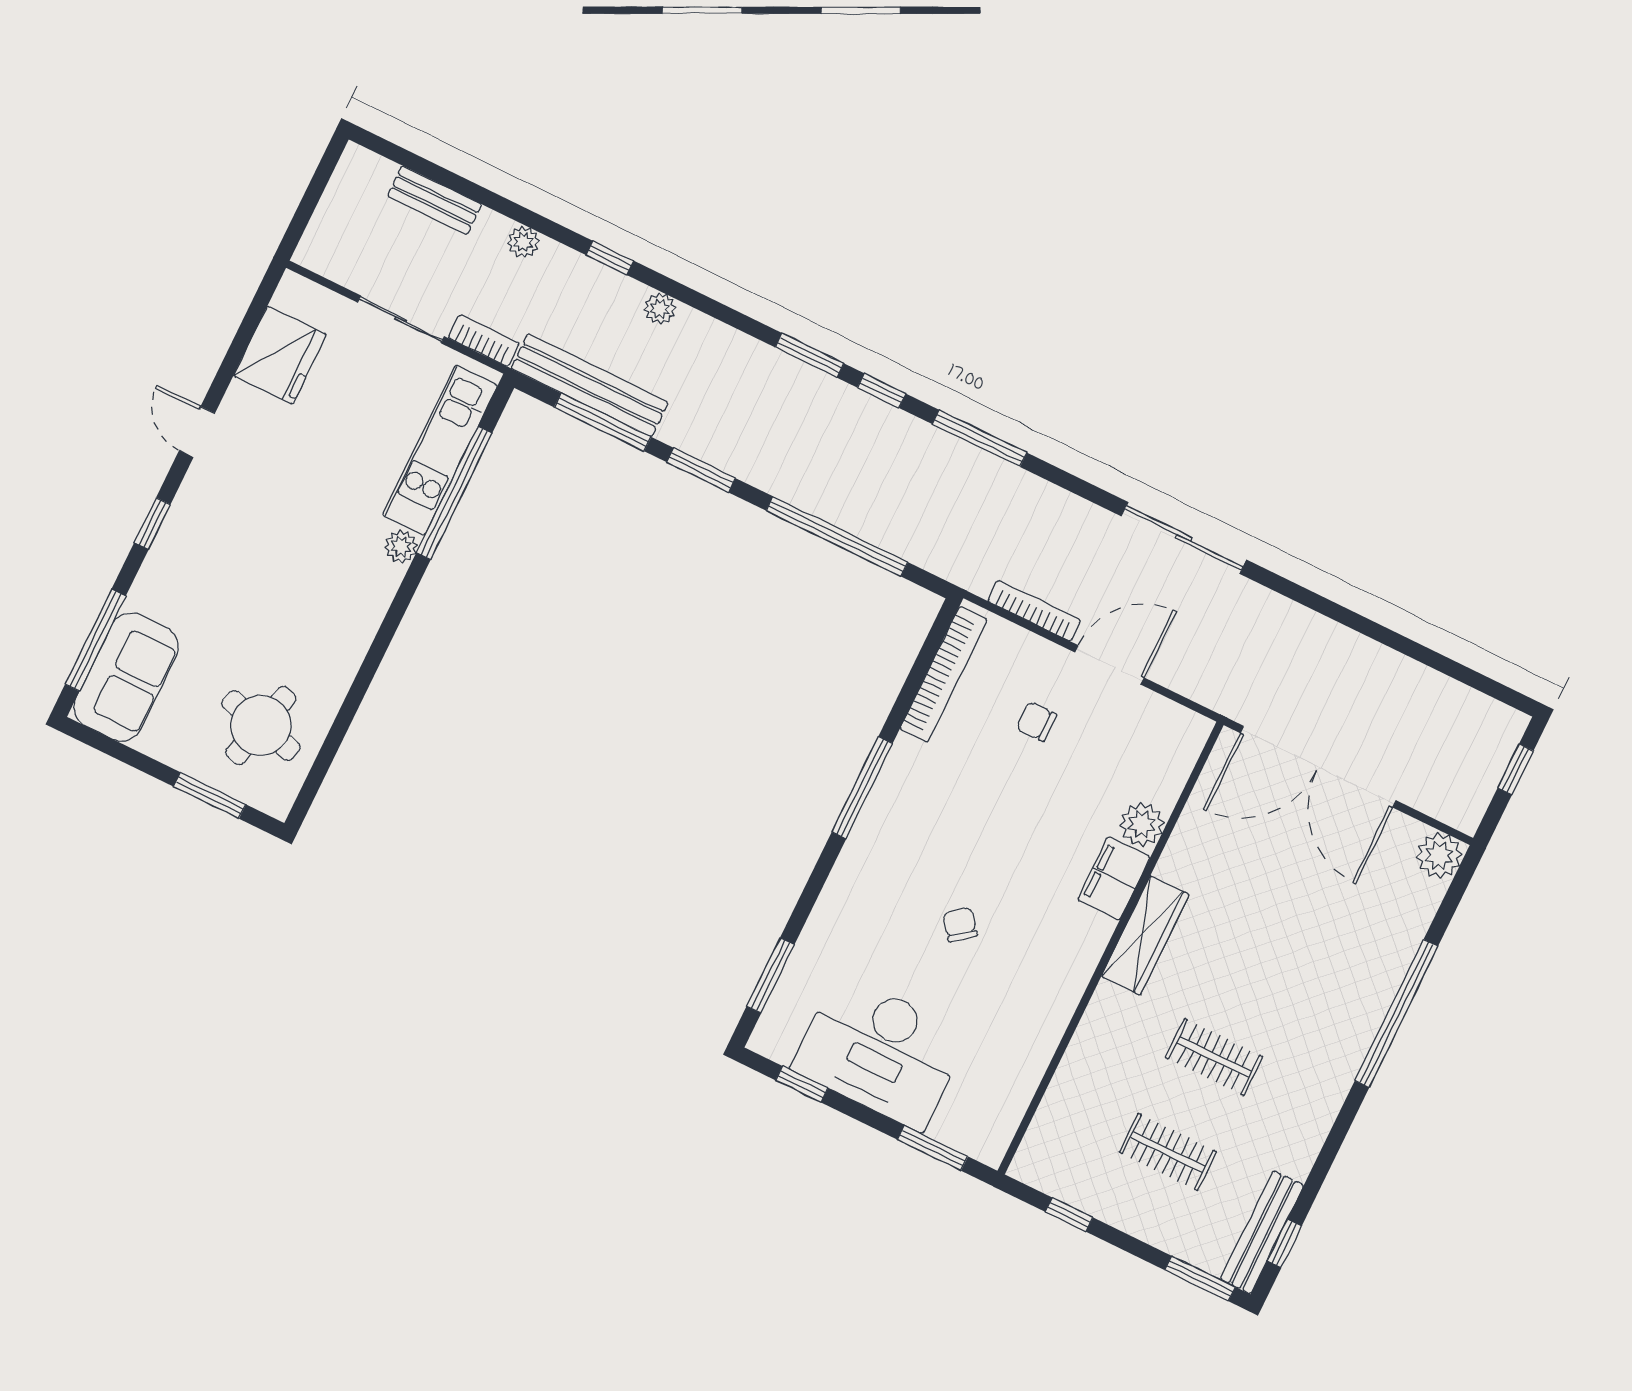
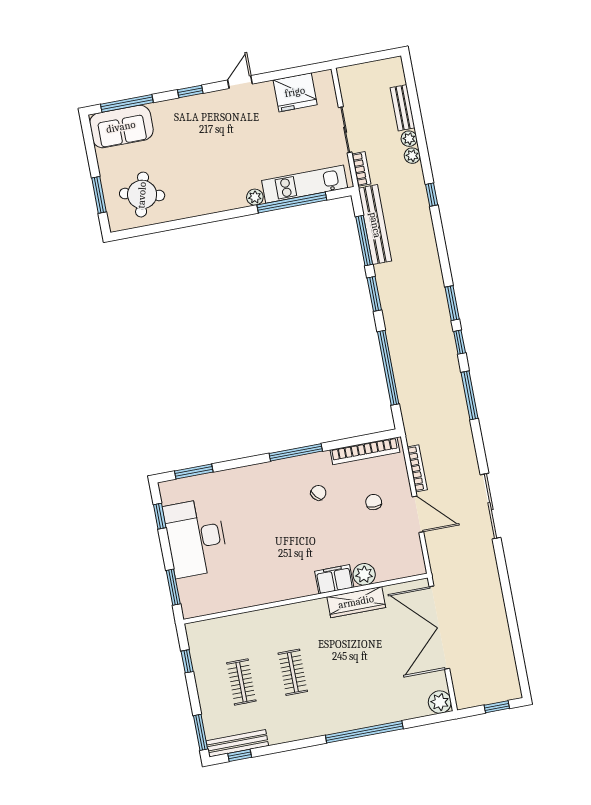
plant: (660, 309) -> (409, 139), moved
chair: (960, 925) -> (318, 493), moved
wardrobe: (1145, 935) -> (356, 602), moved

